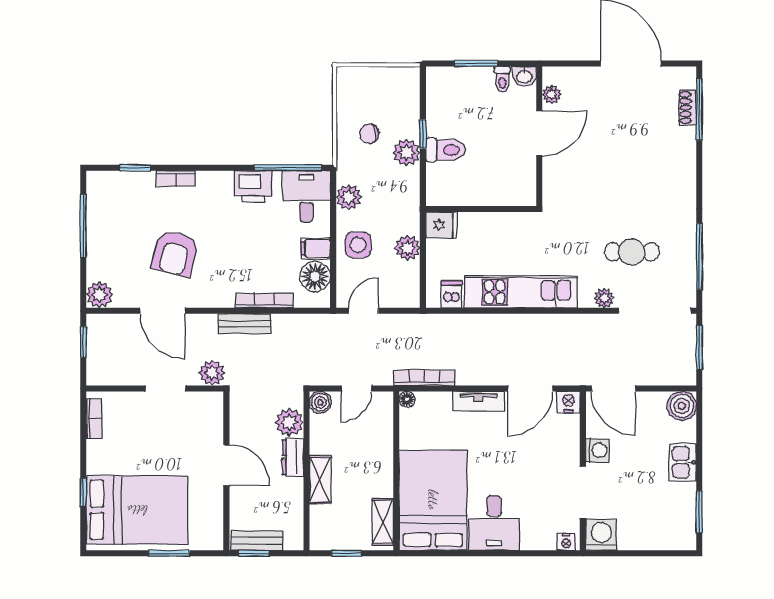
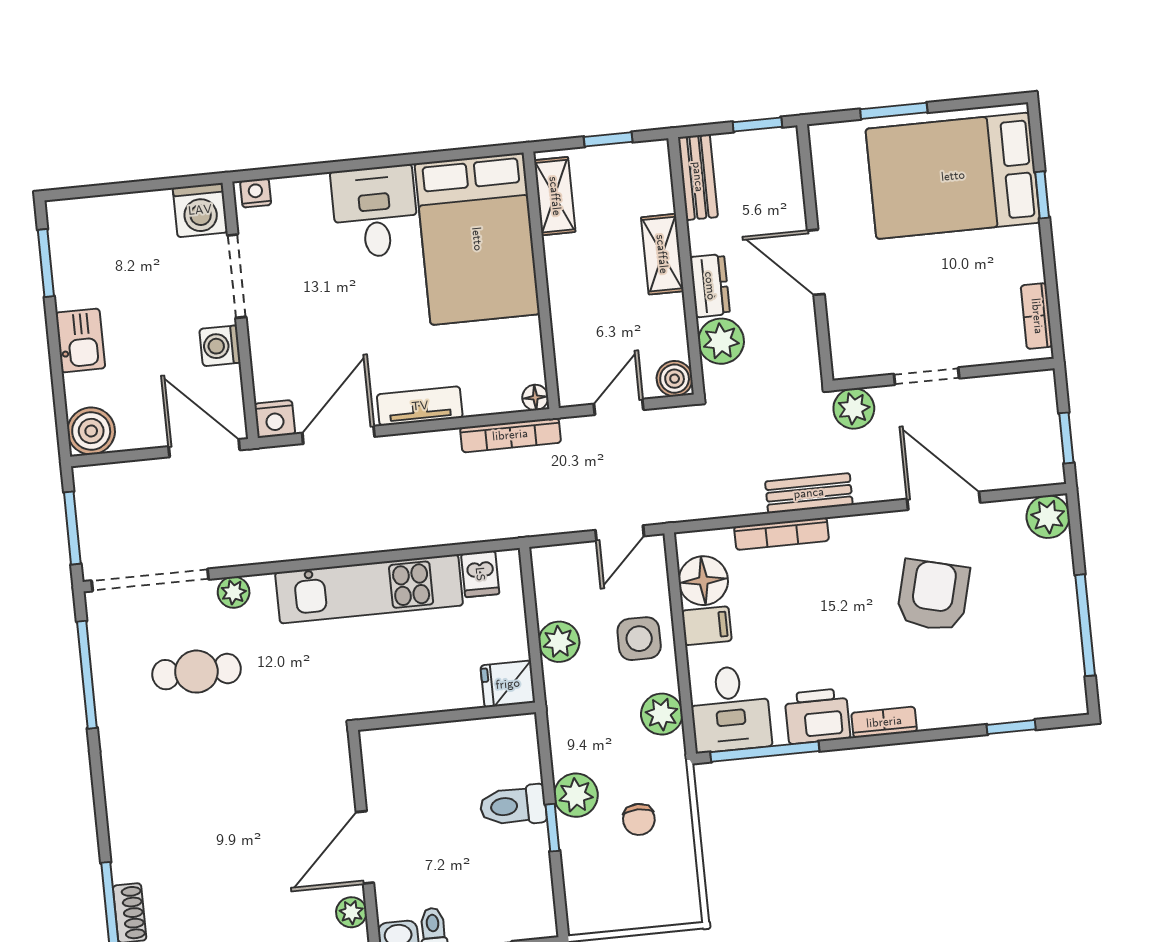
chair: (369, 134) -> (639, 819), turned 98
bookcase: (176, 179) -> (884, 722), moved
bench: (257, 541) -> (698, 177), moved, turned 90

